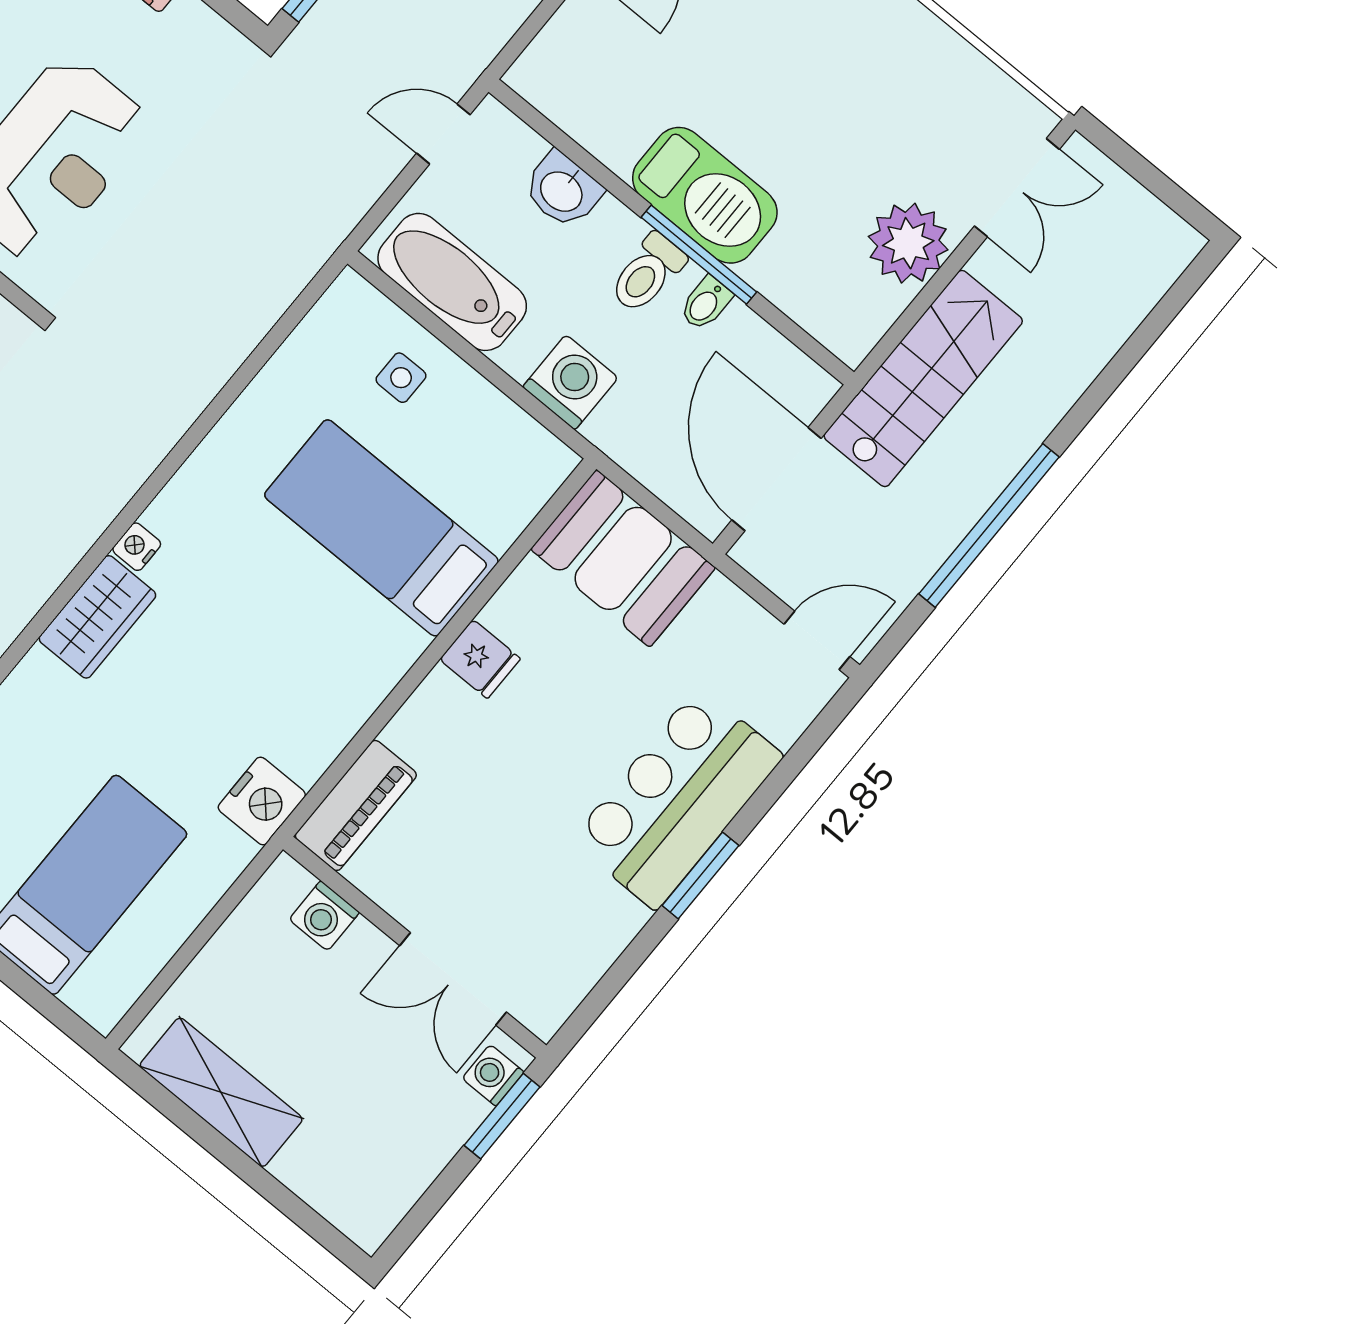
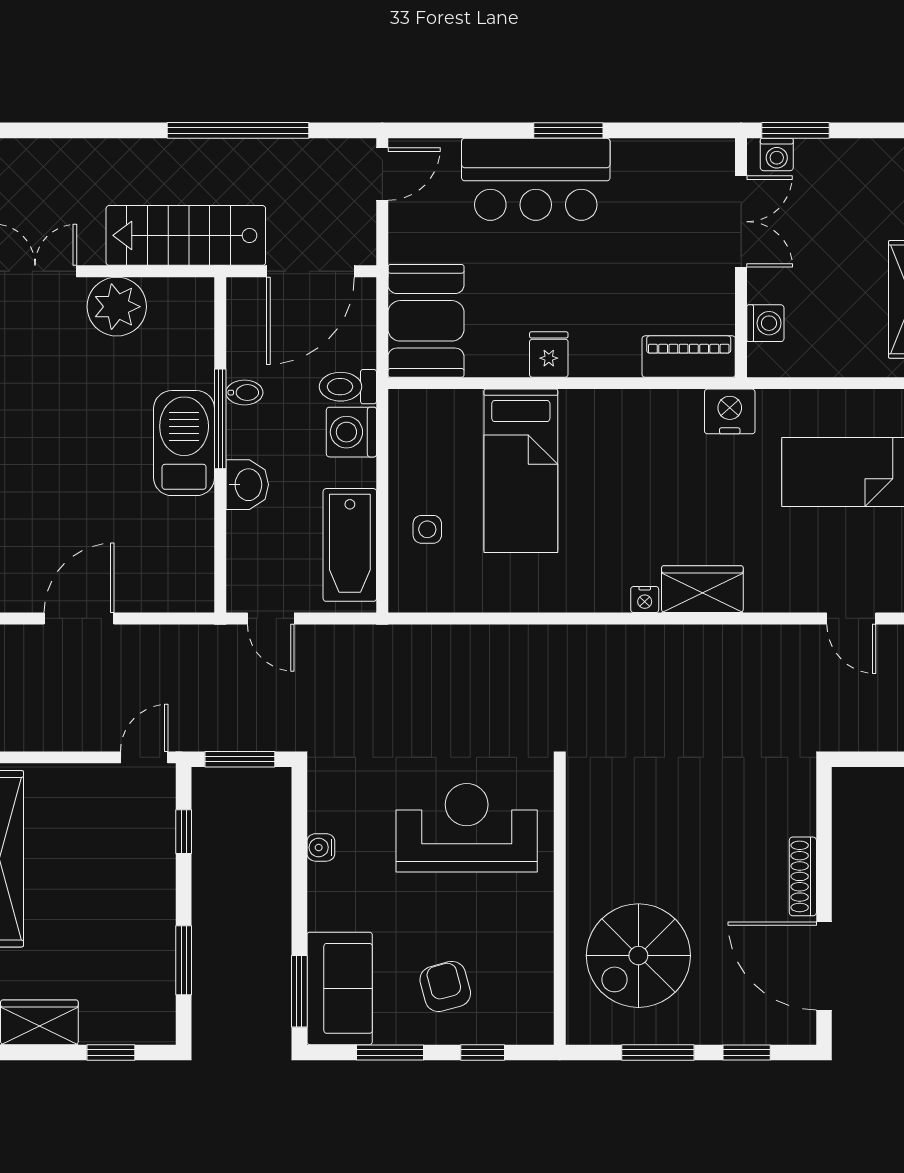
washbasin: (562, 190) -> (247, 485), moved
toilet: (647, 273) -> (348, 387), moved, turned 180
door: (817, 640) -> (382, 174), swing flipped

